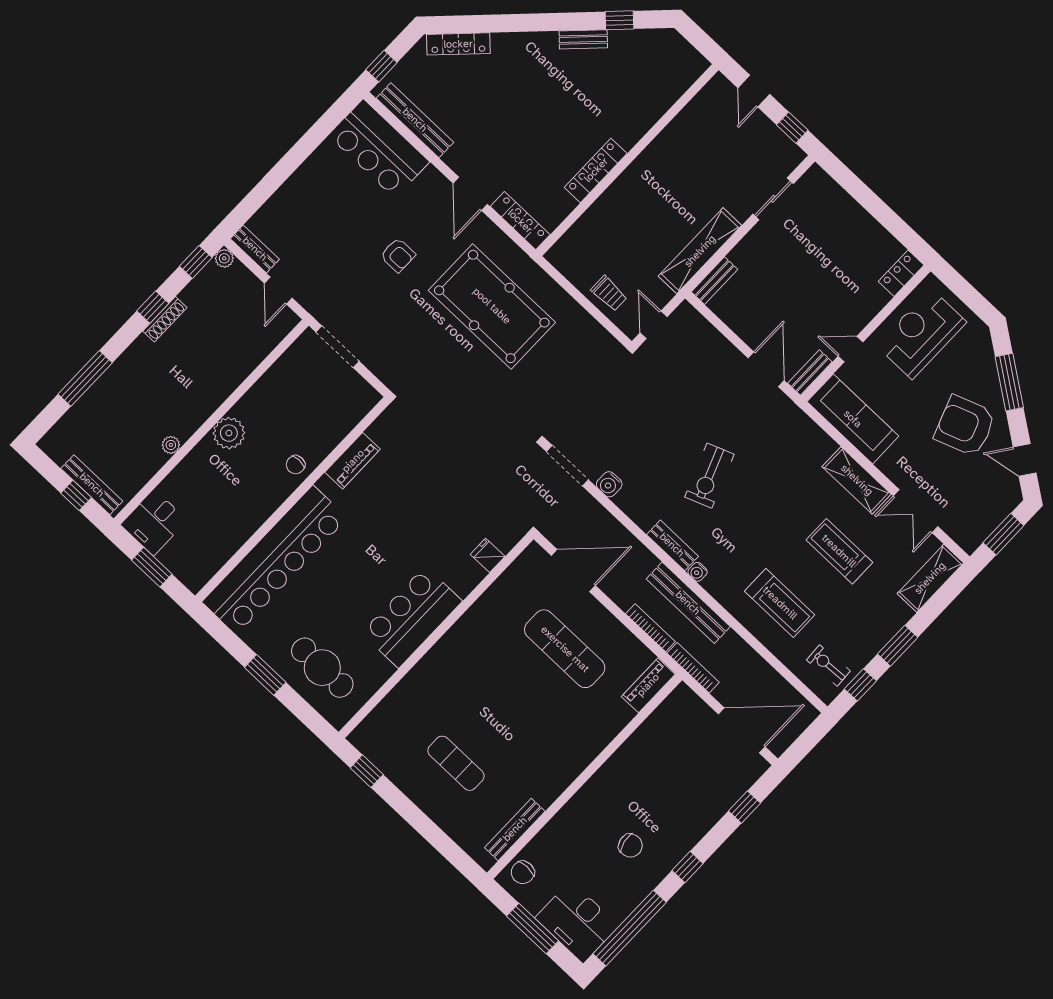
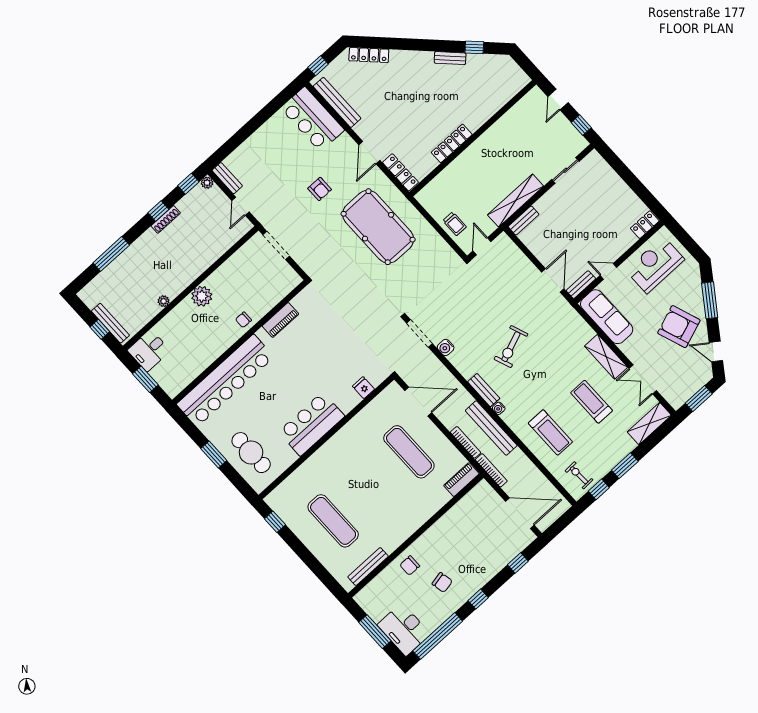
exercise mat: (456, 763) -> (333, 521), width x1.36, depth x1.45
chair: (523, 872) -> (410, 565), moved

